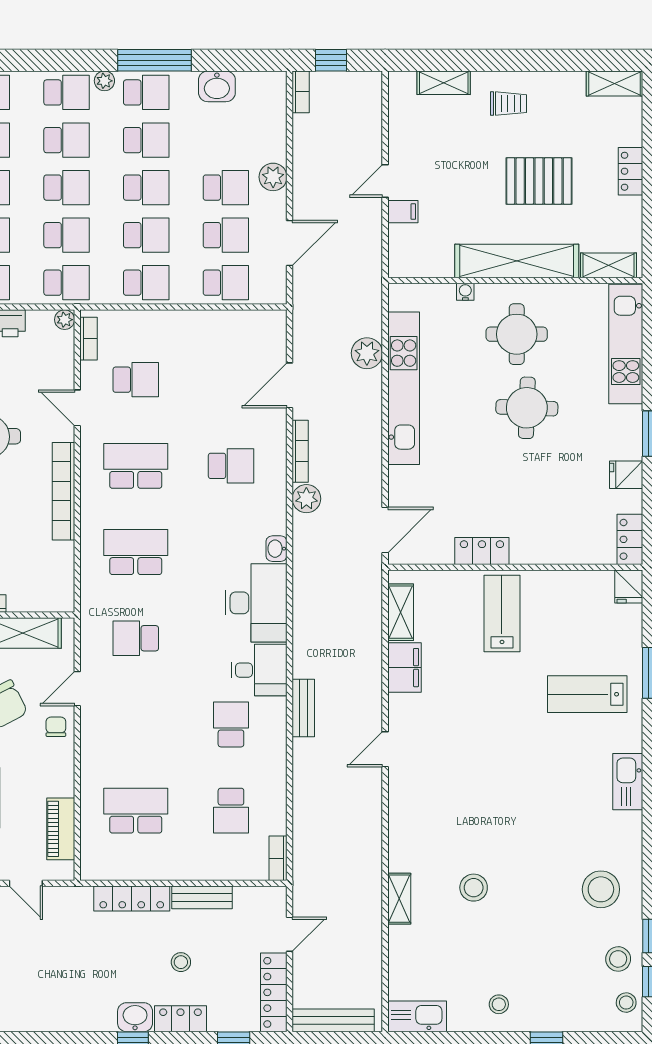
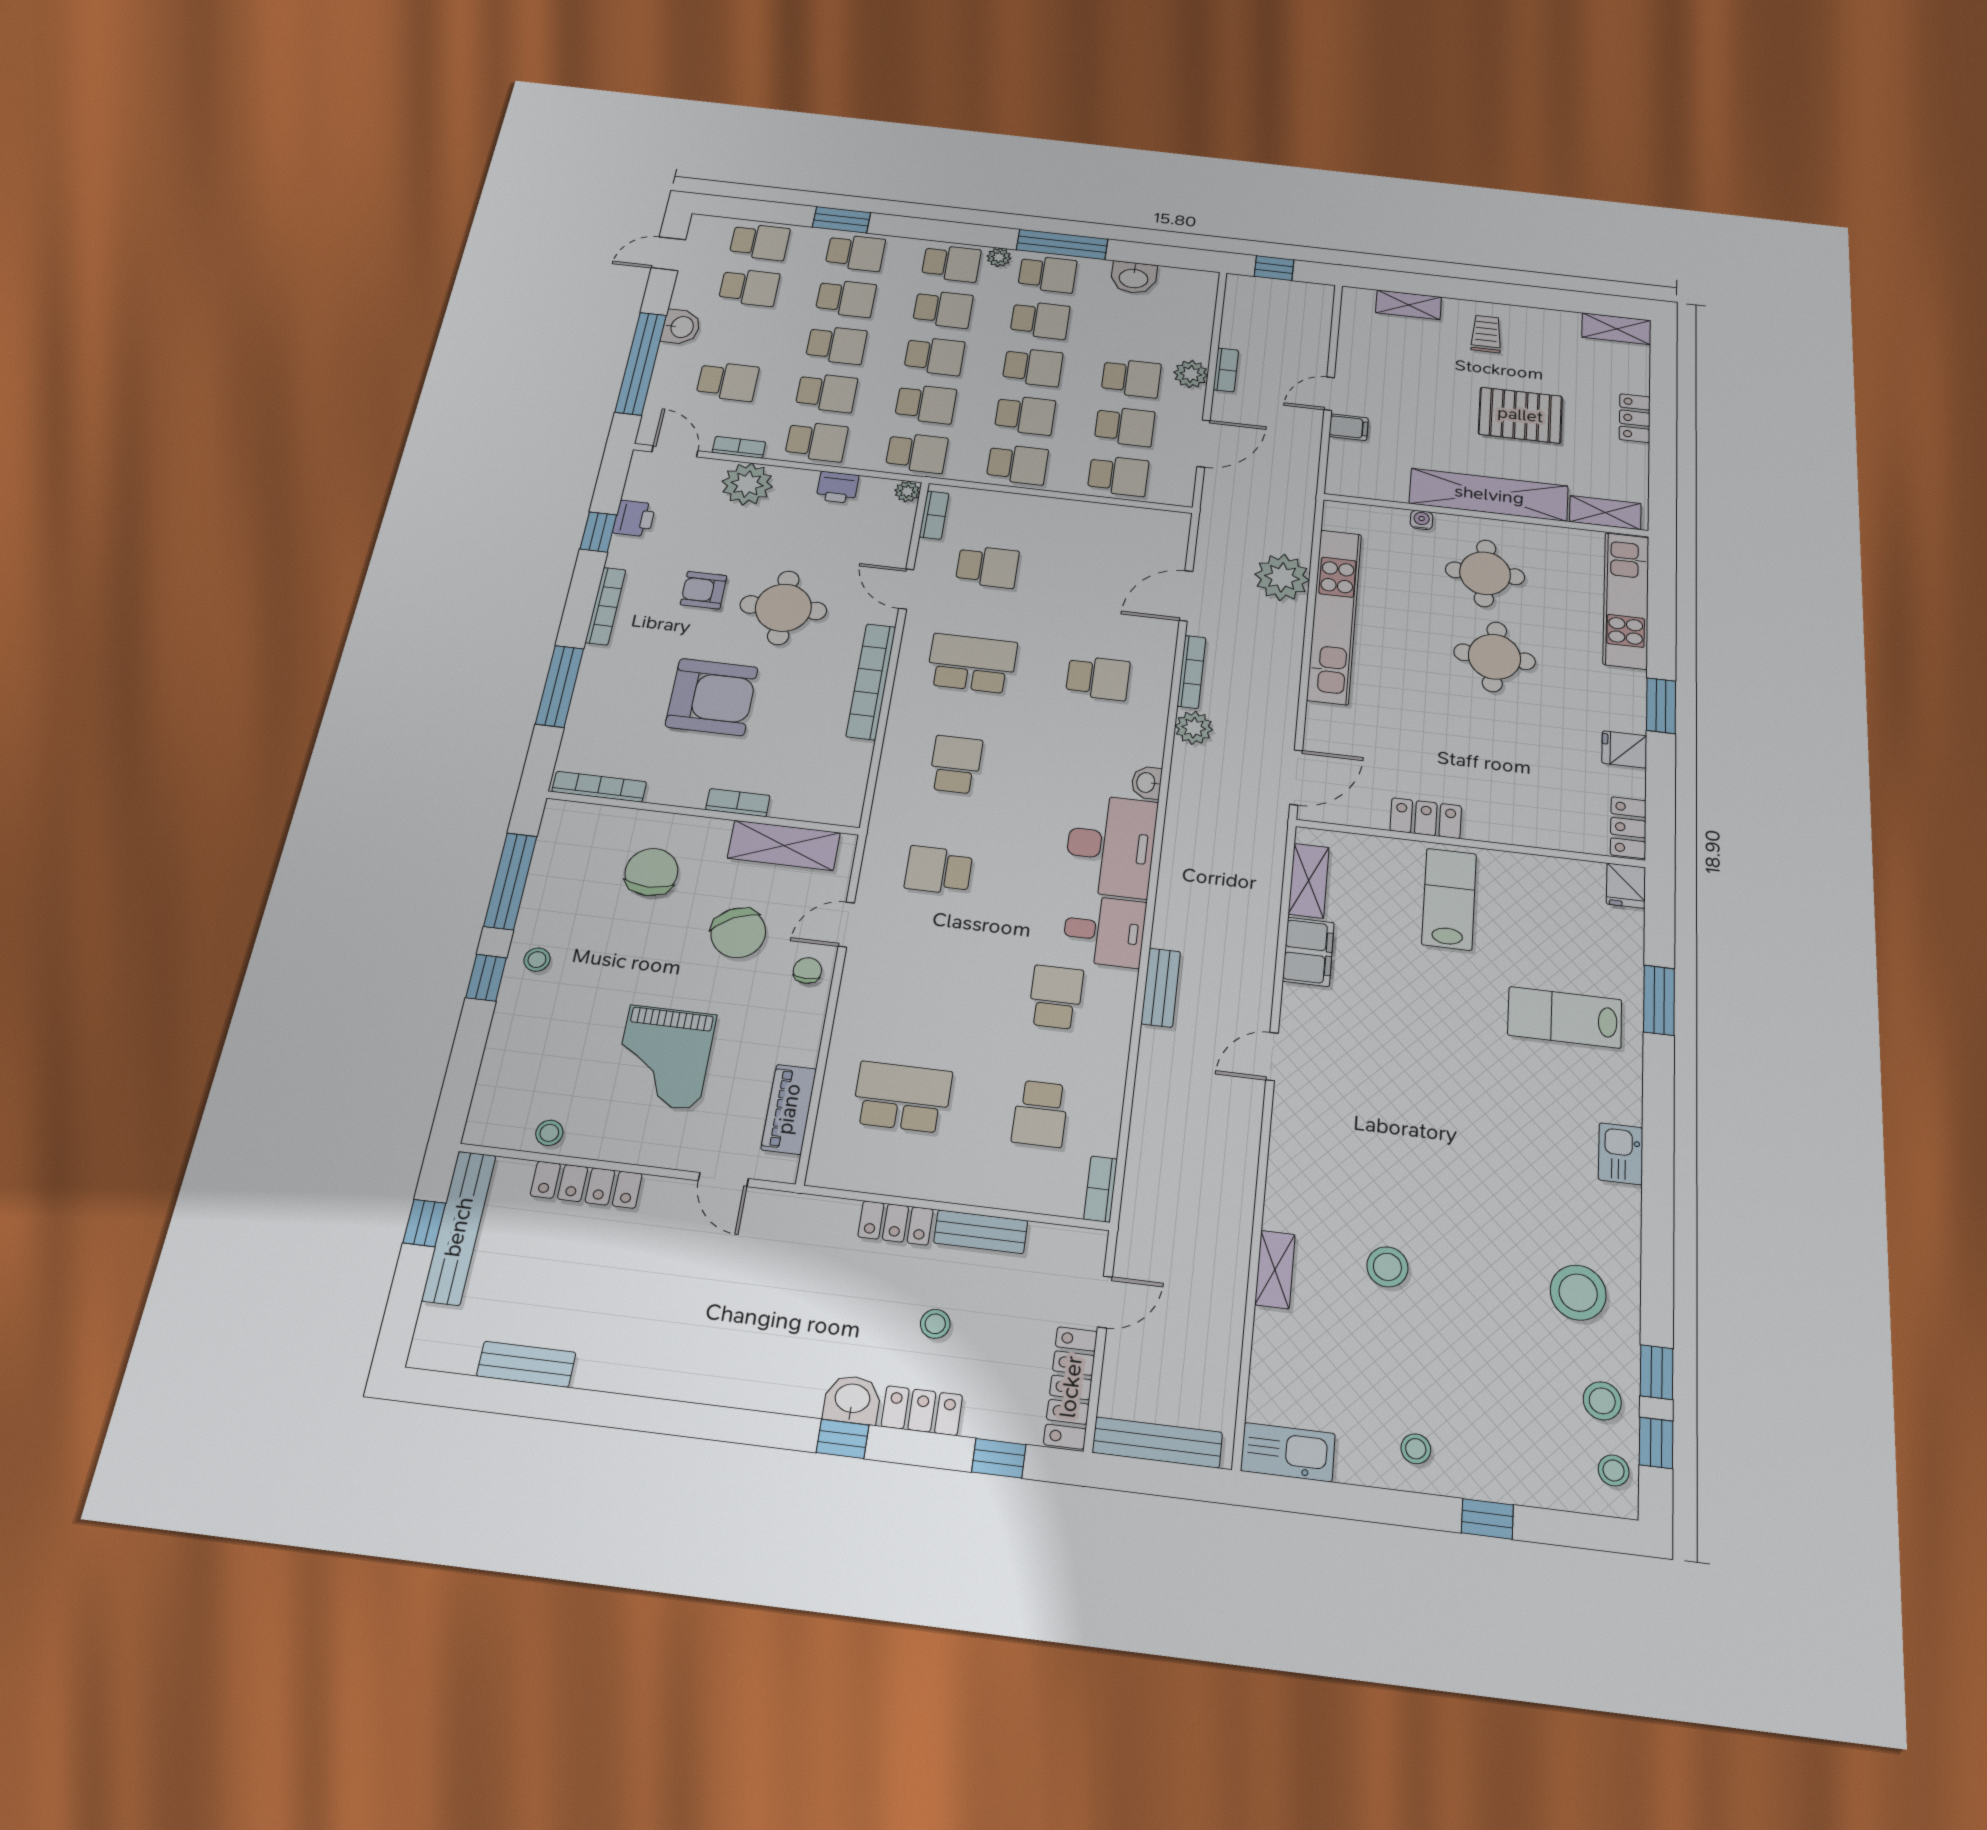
bookcase: (301, 92) -> (1226, 370), moved
trolley: (508, 104) -> (1486, 334), turned -90
plant: (367, 353) -> (1282, 577), width x1.36, depth x1.36
school desk: (136, 552) -> (956, 764), width x0.54
kitchen sink: (628, 782) -> (1621, 1154), width x0.73
locker: (132, 898) -> (896, 1223), width x0.66

